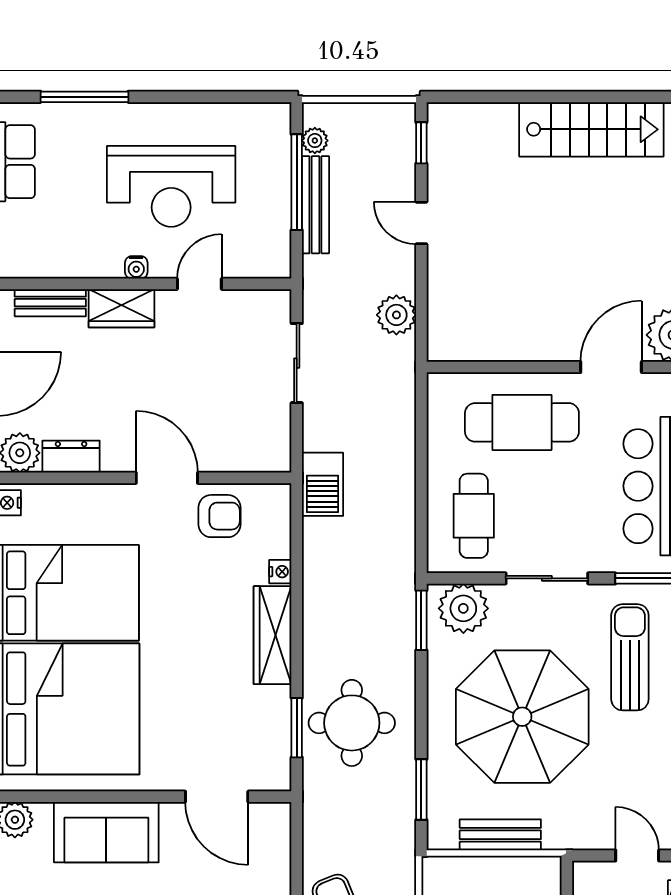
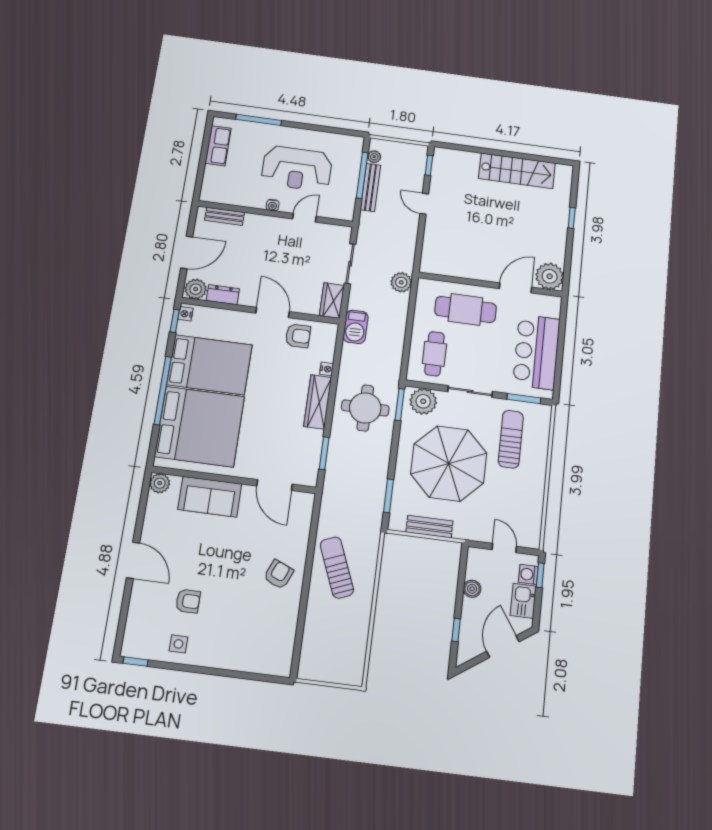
wardrobe: (122, 308) -> (332, 301), moved, turned 90
plant: (396, 315) -> (401, 282), moved
round table: (352, 723) -> (365, 408), moved

